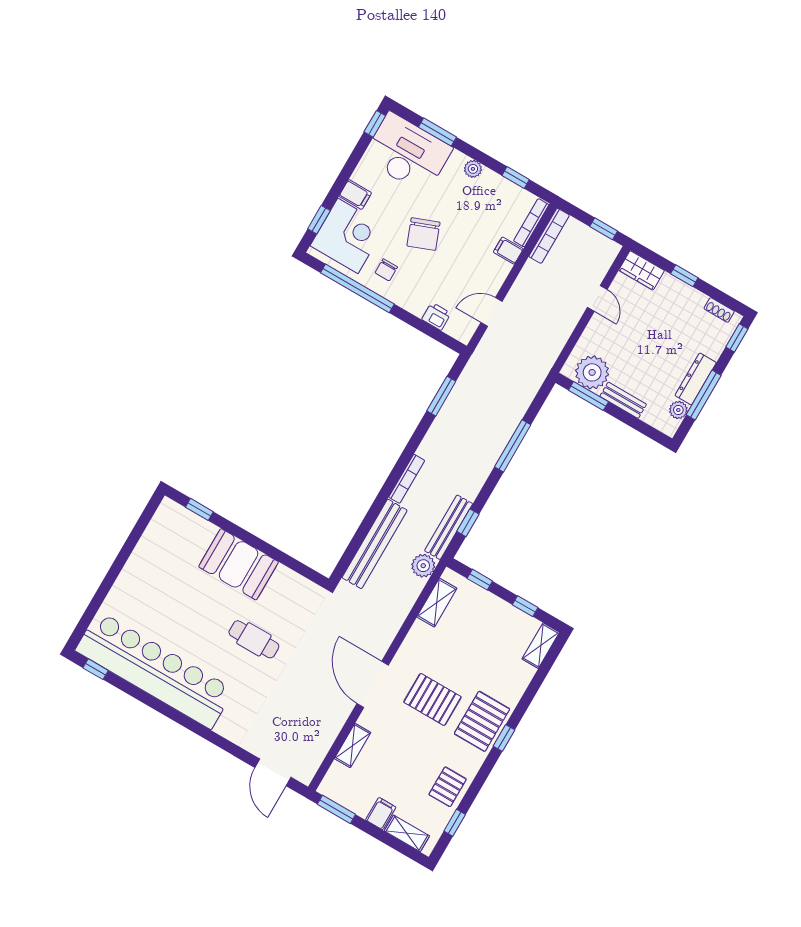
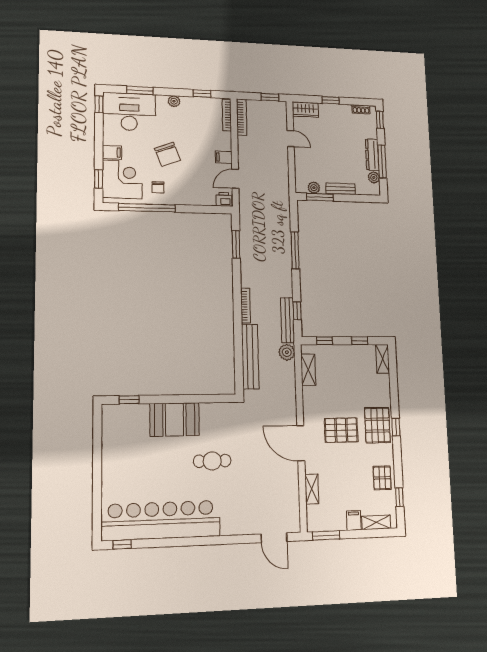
filing cabinet: (508, 251) -> (224, 157), moved
printer: (436, 316) -> (224, 199), moved
plant: (592, 372) -> (314, 188), width x0.53, depth x0.53

